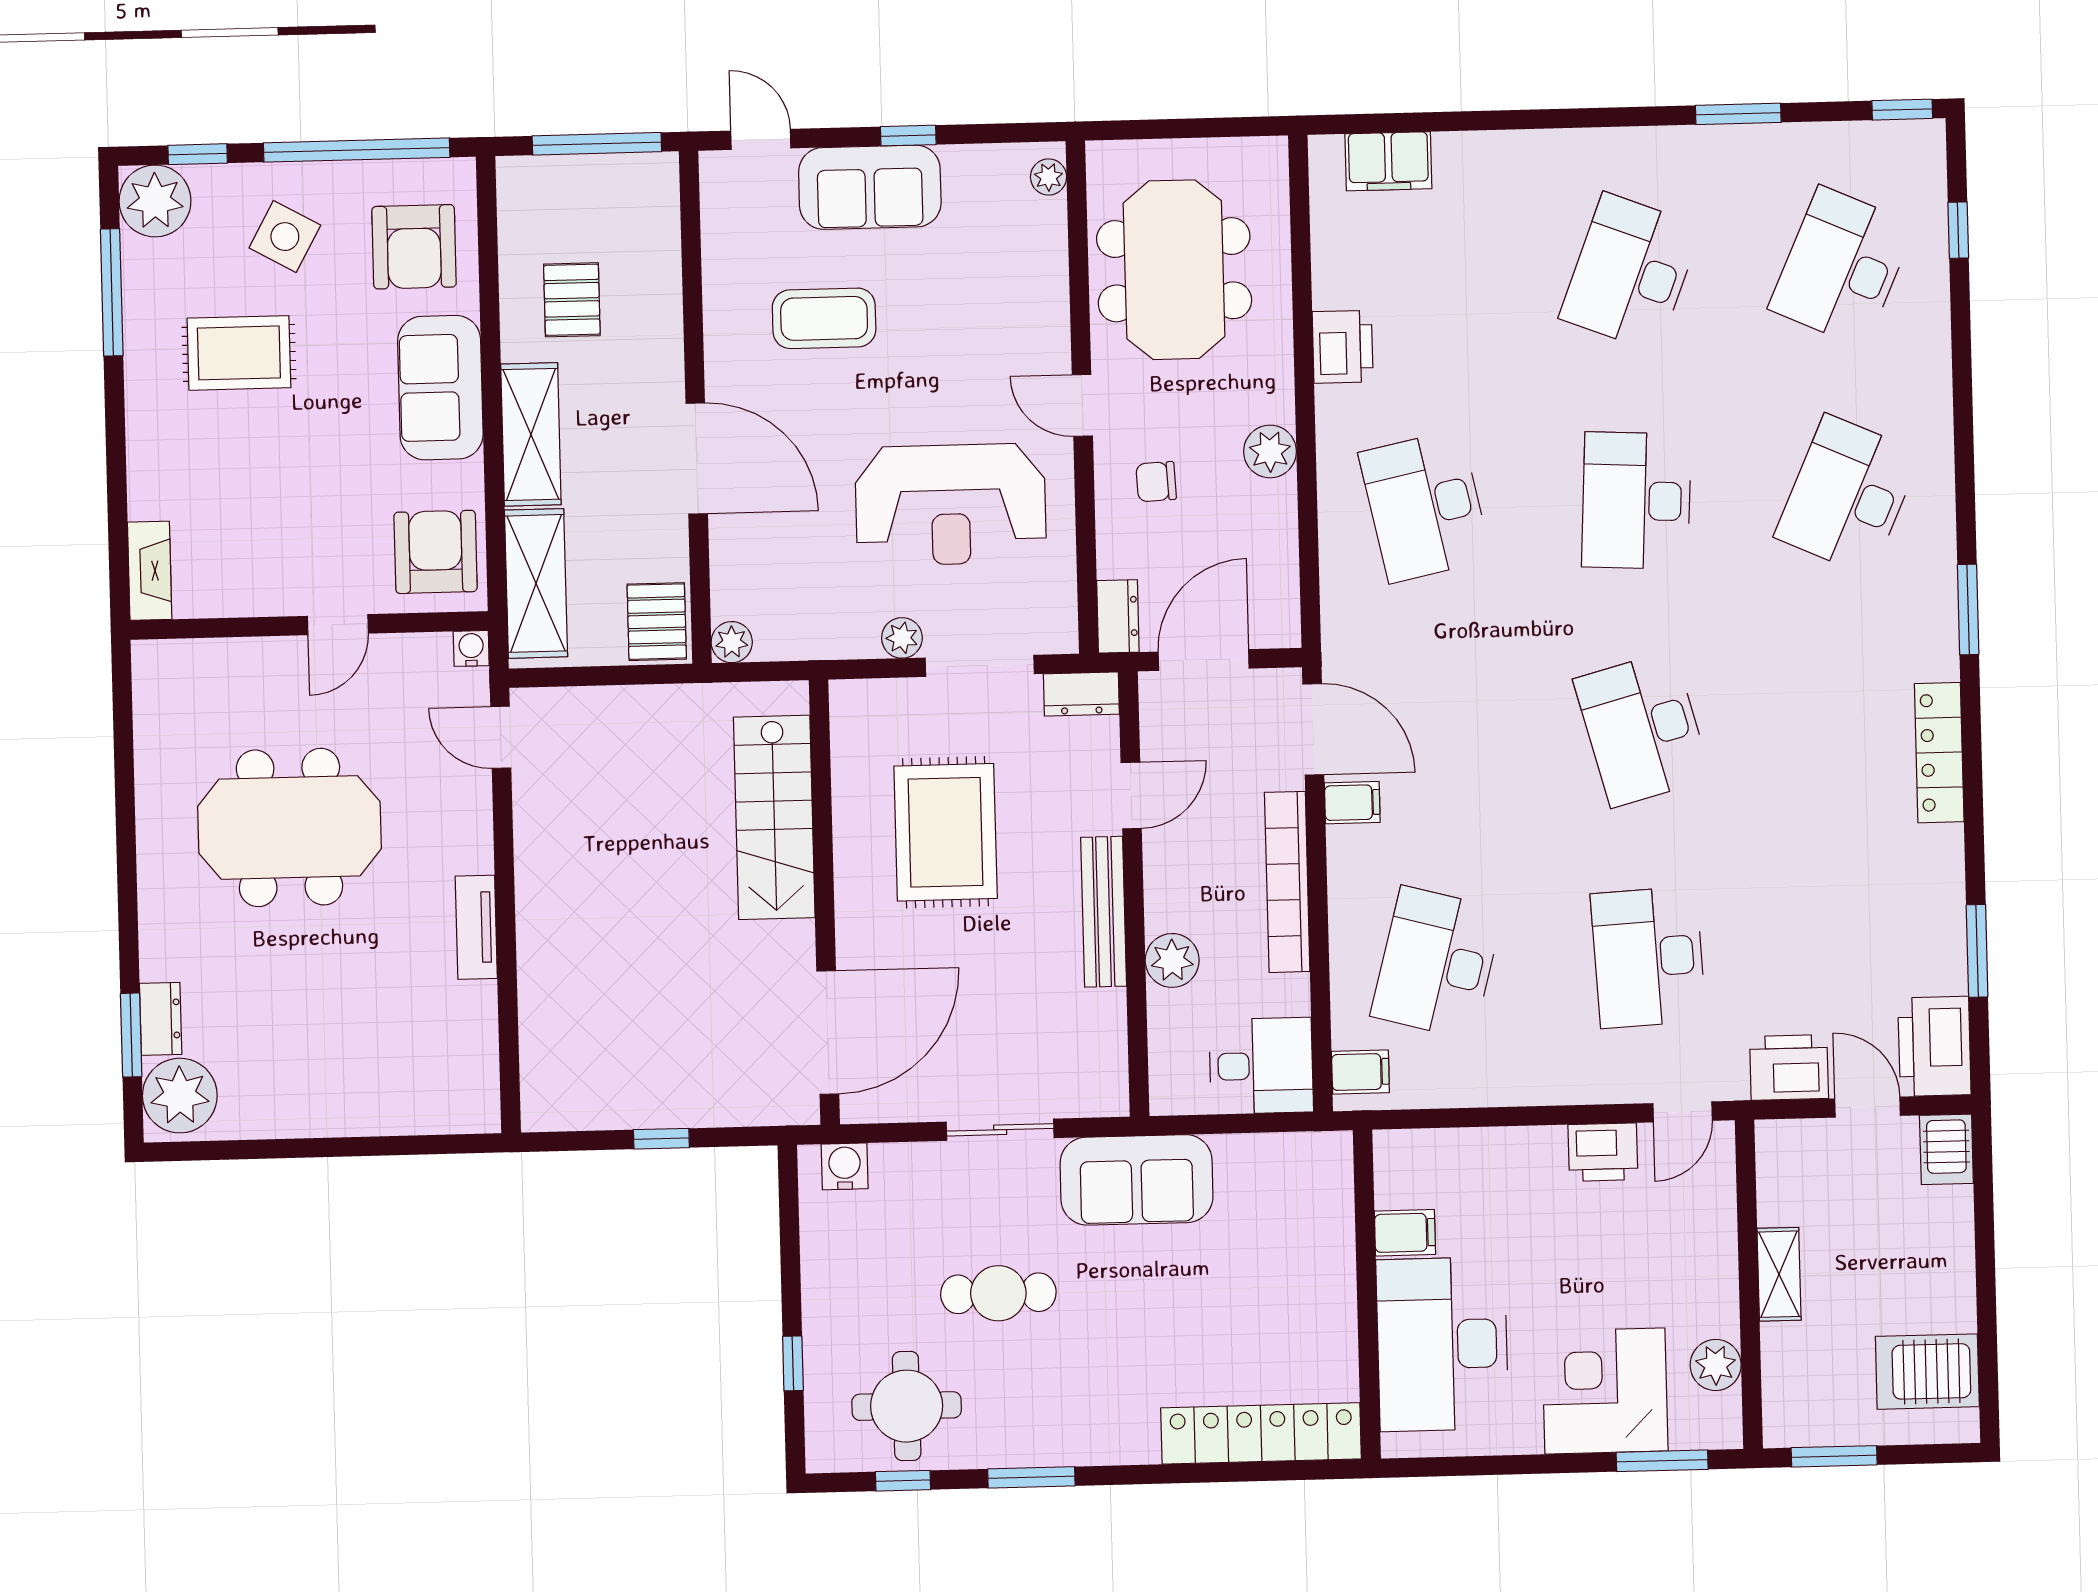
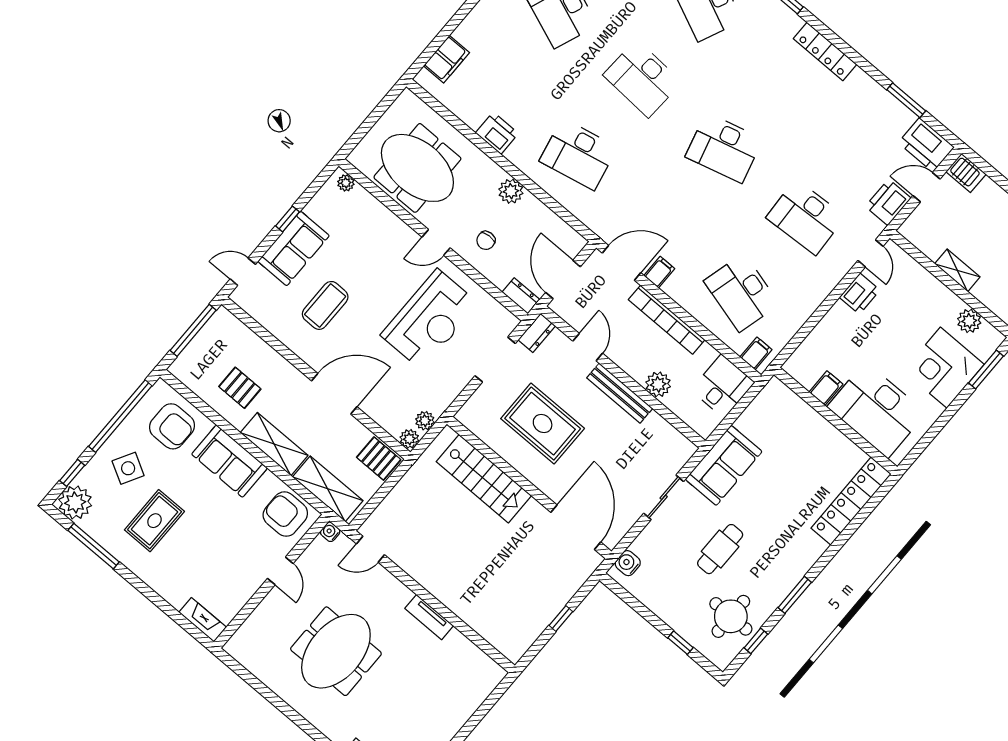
plant: (902, 638) -> (425, 421), moved

